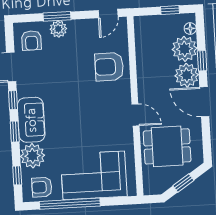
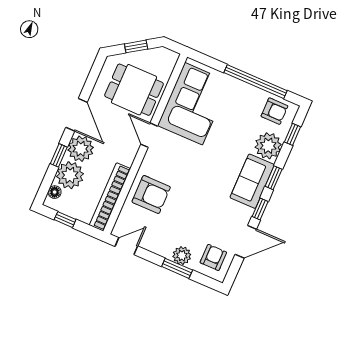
bookcase: (142, 48) -> (110, 197), added
corner sofa: (94, 175) -> (193, 104), moved, turned -90

